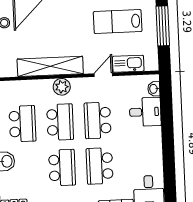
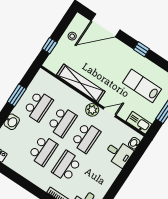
kitchen sink: (128, 64) -> (139, 123), moved
plant: (62, 87) -> (92, 110), moved
school desk: (98, 120) -> (86, 138), turned 180

